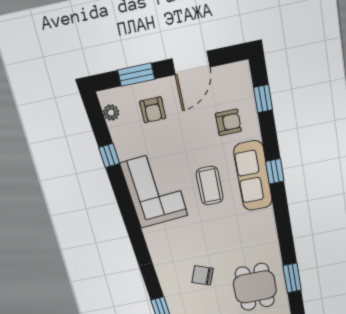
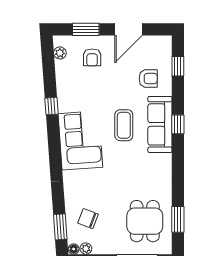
window: (109, 156) -> (51, 106), moved
corner sofa: (154, 189) -> (80, 140), moved
chair: (203, 275) -> (88, 219), moved

